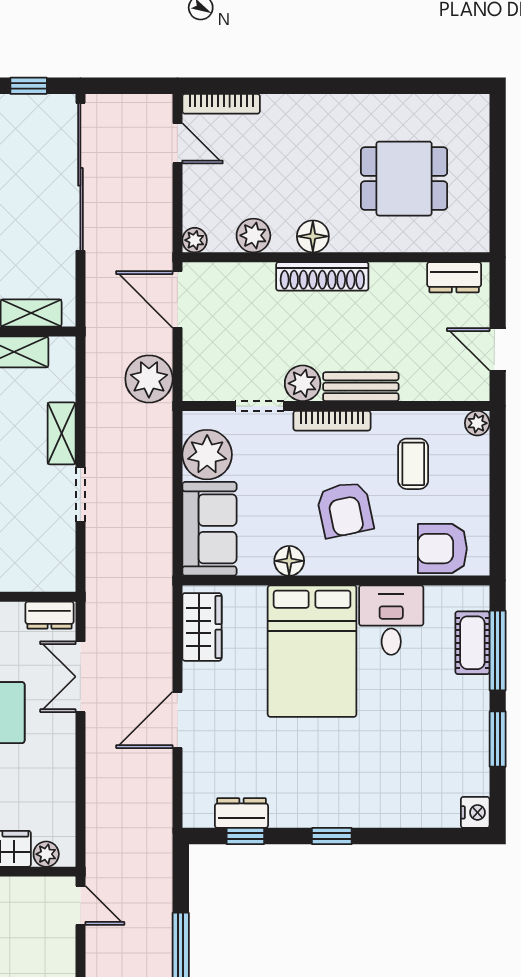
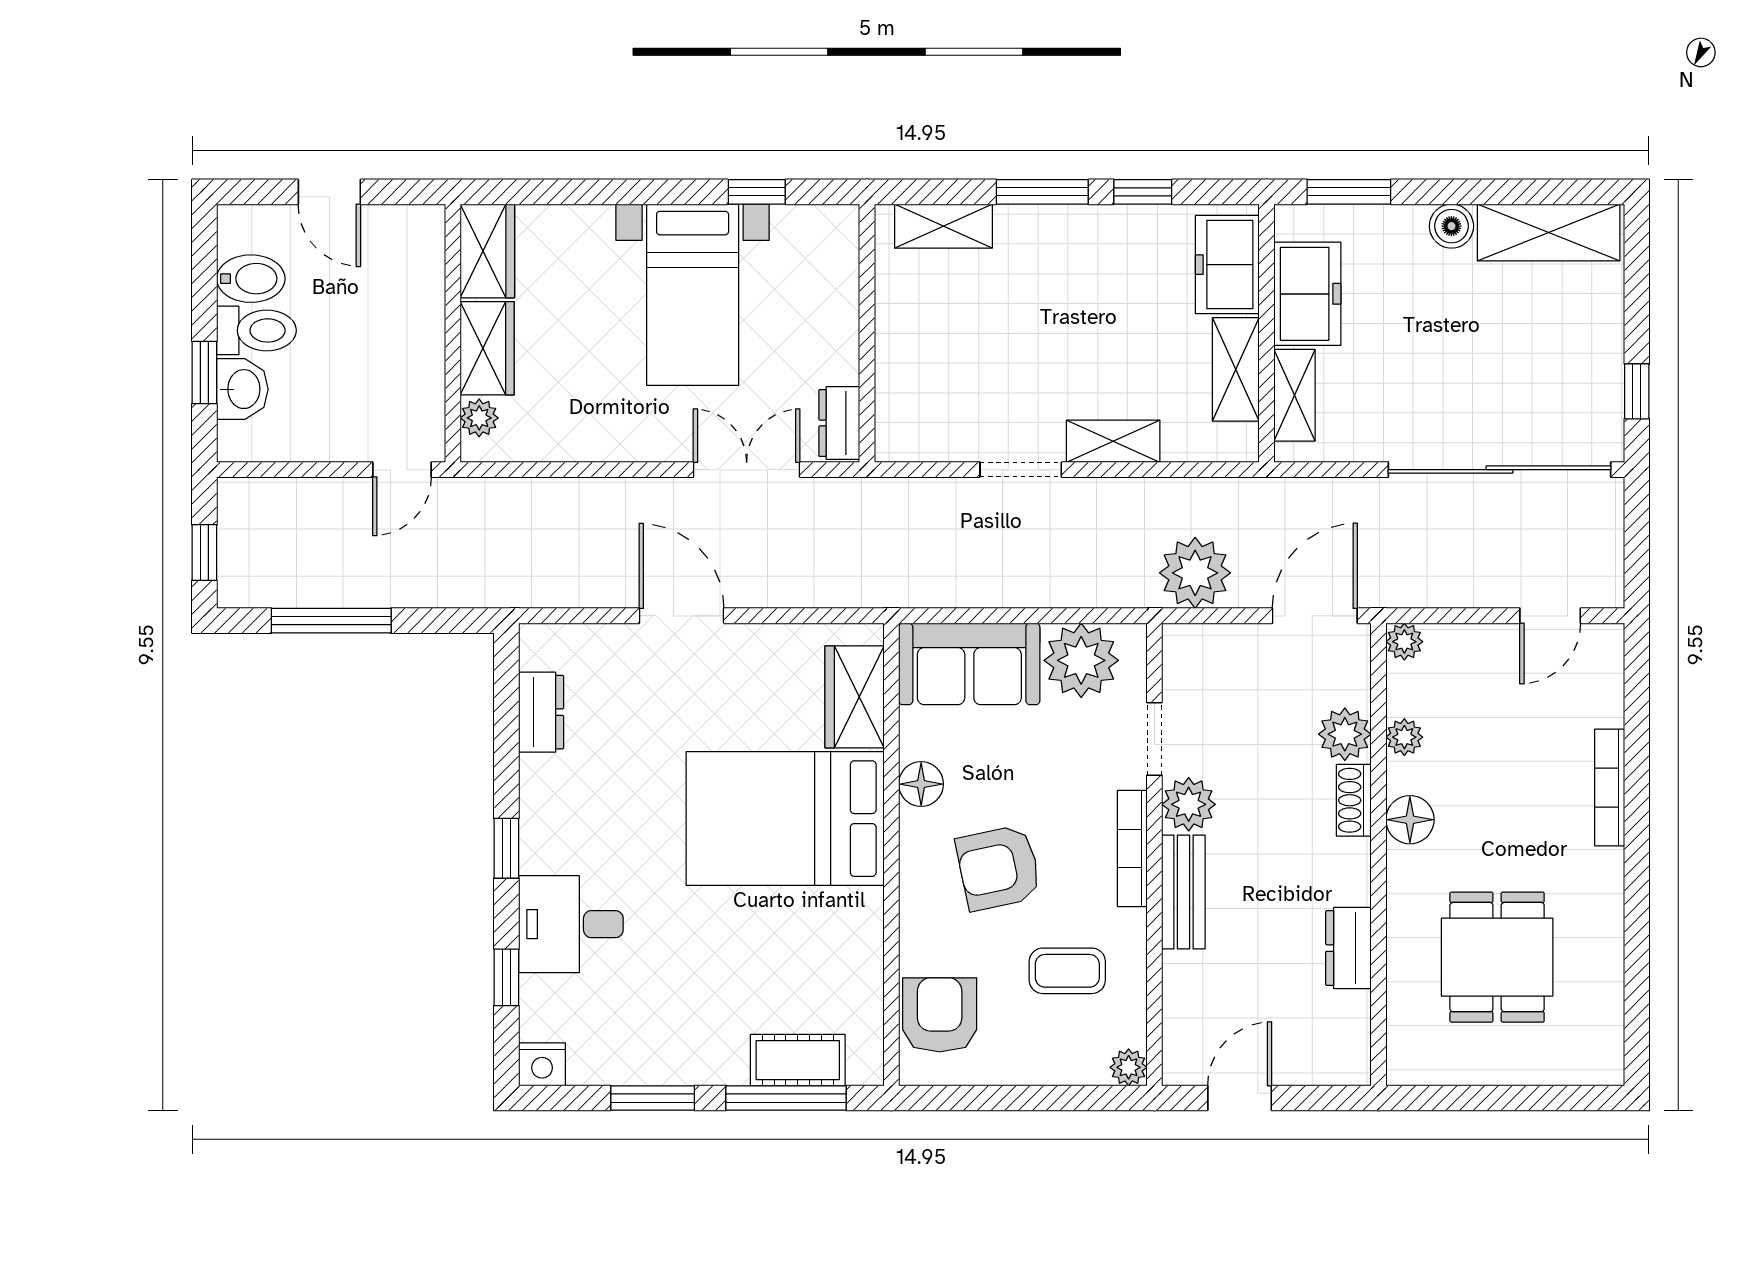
bookcase: (221, 104) -> (1610, 788), moved
plant: (253, 235) -> (1404, 737), width x0.73, depth x0.73
shoe rack: (322, 276) -> (1354, 800), width x0.51, depth x0.81
dresser: (454, 277) -> (1348, 948), moved
plant: (256, 280) -> (1345, 734), added
desk: (391, 620) -> (571, 924), moved, turned 180
wardrobe: (202, 627) -> (854, 697), moved, turned 90
window: (245, 836) -> (506, 977), moved

